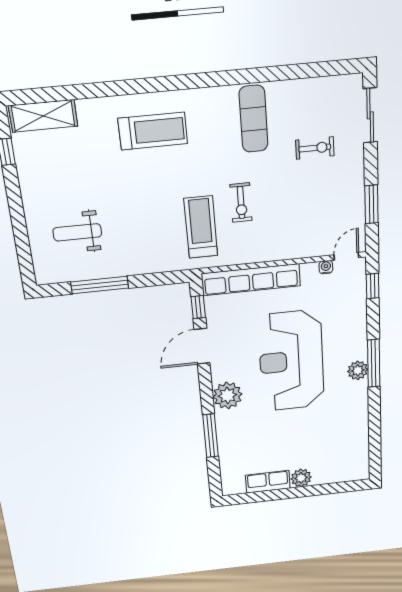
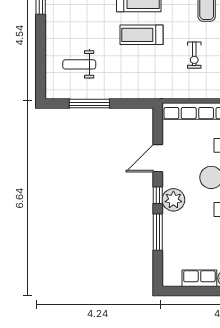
treadmill: (201, 227) -> (141, 35), moved, turned -90
window: (198, 307) -> (158, 195), moved

